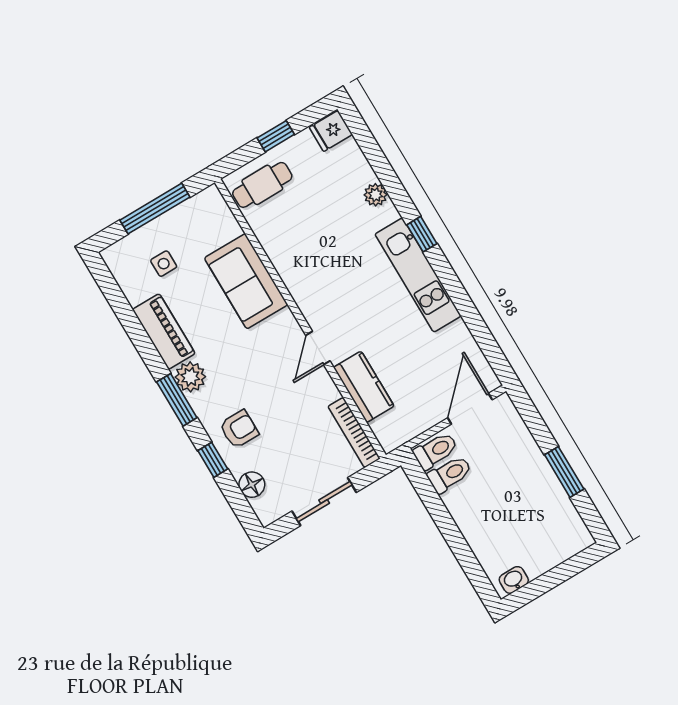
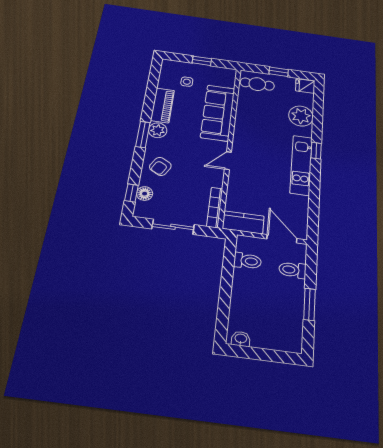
plant: (375, 195) -> (301, 116), width x1.87, depth x1.87
window: (155, 209) -> (202, 61), width x0.46
sofa: (246, 281) -> (218, 113), width x1.36
kitchen counter: (364, 387) -> (243, 222), moved, turned -90
door: (470, 409) -> (282, 239), hinge flipped
armchair: (239, 429) -> (160, 166), turned 119
toilet: (436, 451) -> (292, 270), moved, turned 180
window: (213, 460) -> (131, 193), moved

